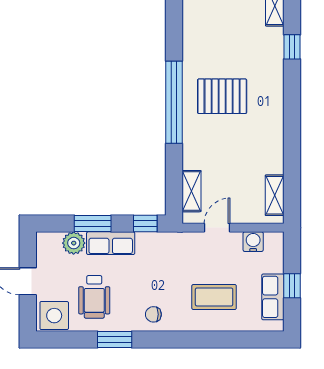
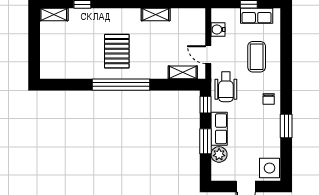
shelving: (275, 195) -> (156, 15), moved
wheelchair: (94, 297) -> (226, 87), moved, turned 90

